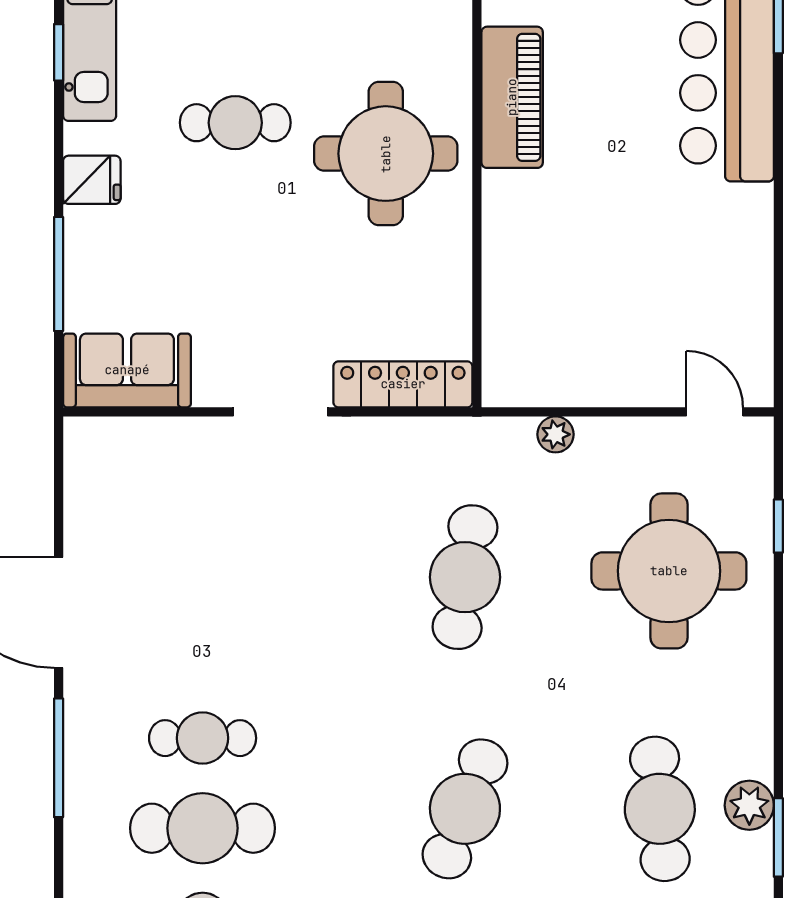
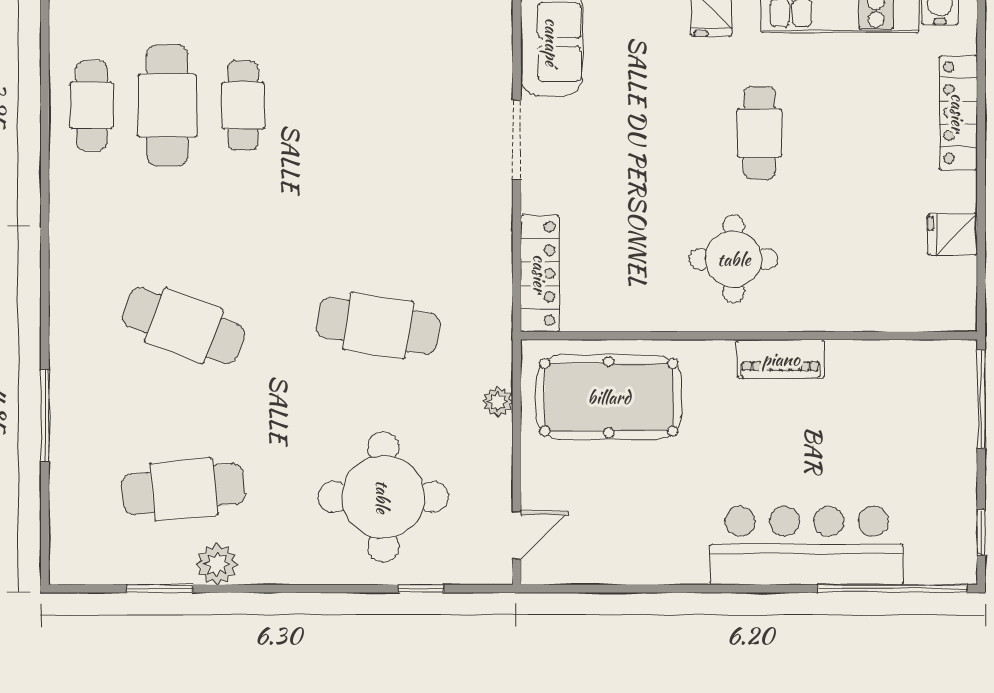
piano: (512, 97) -> (781, 359), width x0.73, depth x0.75
round table: (386, 154) -> (734, 259), width x0.73, depth x0.73
pool table: (550, 302) -> (609, 397), added
doorway: (280, 412) -> (517, 140), moved
plant: (749, 805) -> (217, 564), moved

